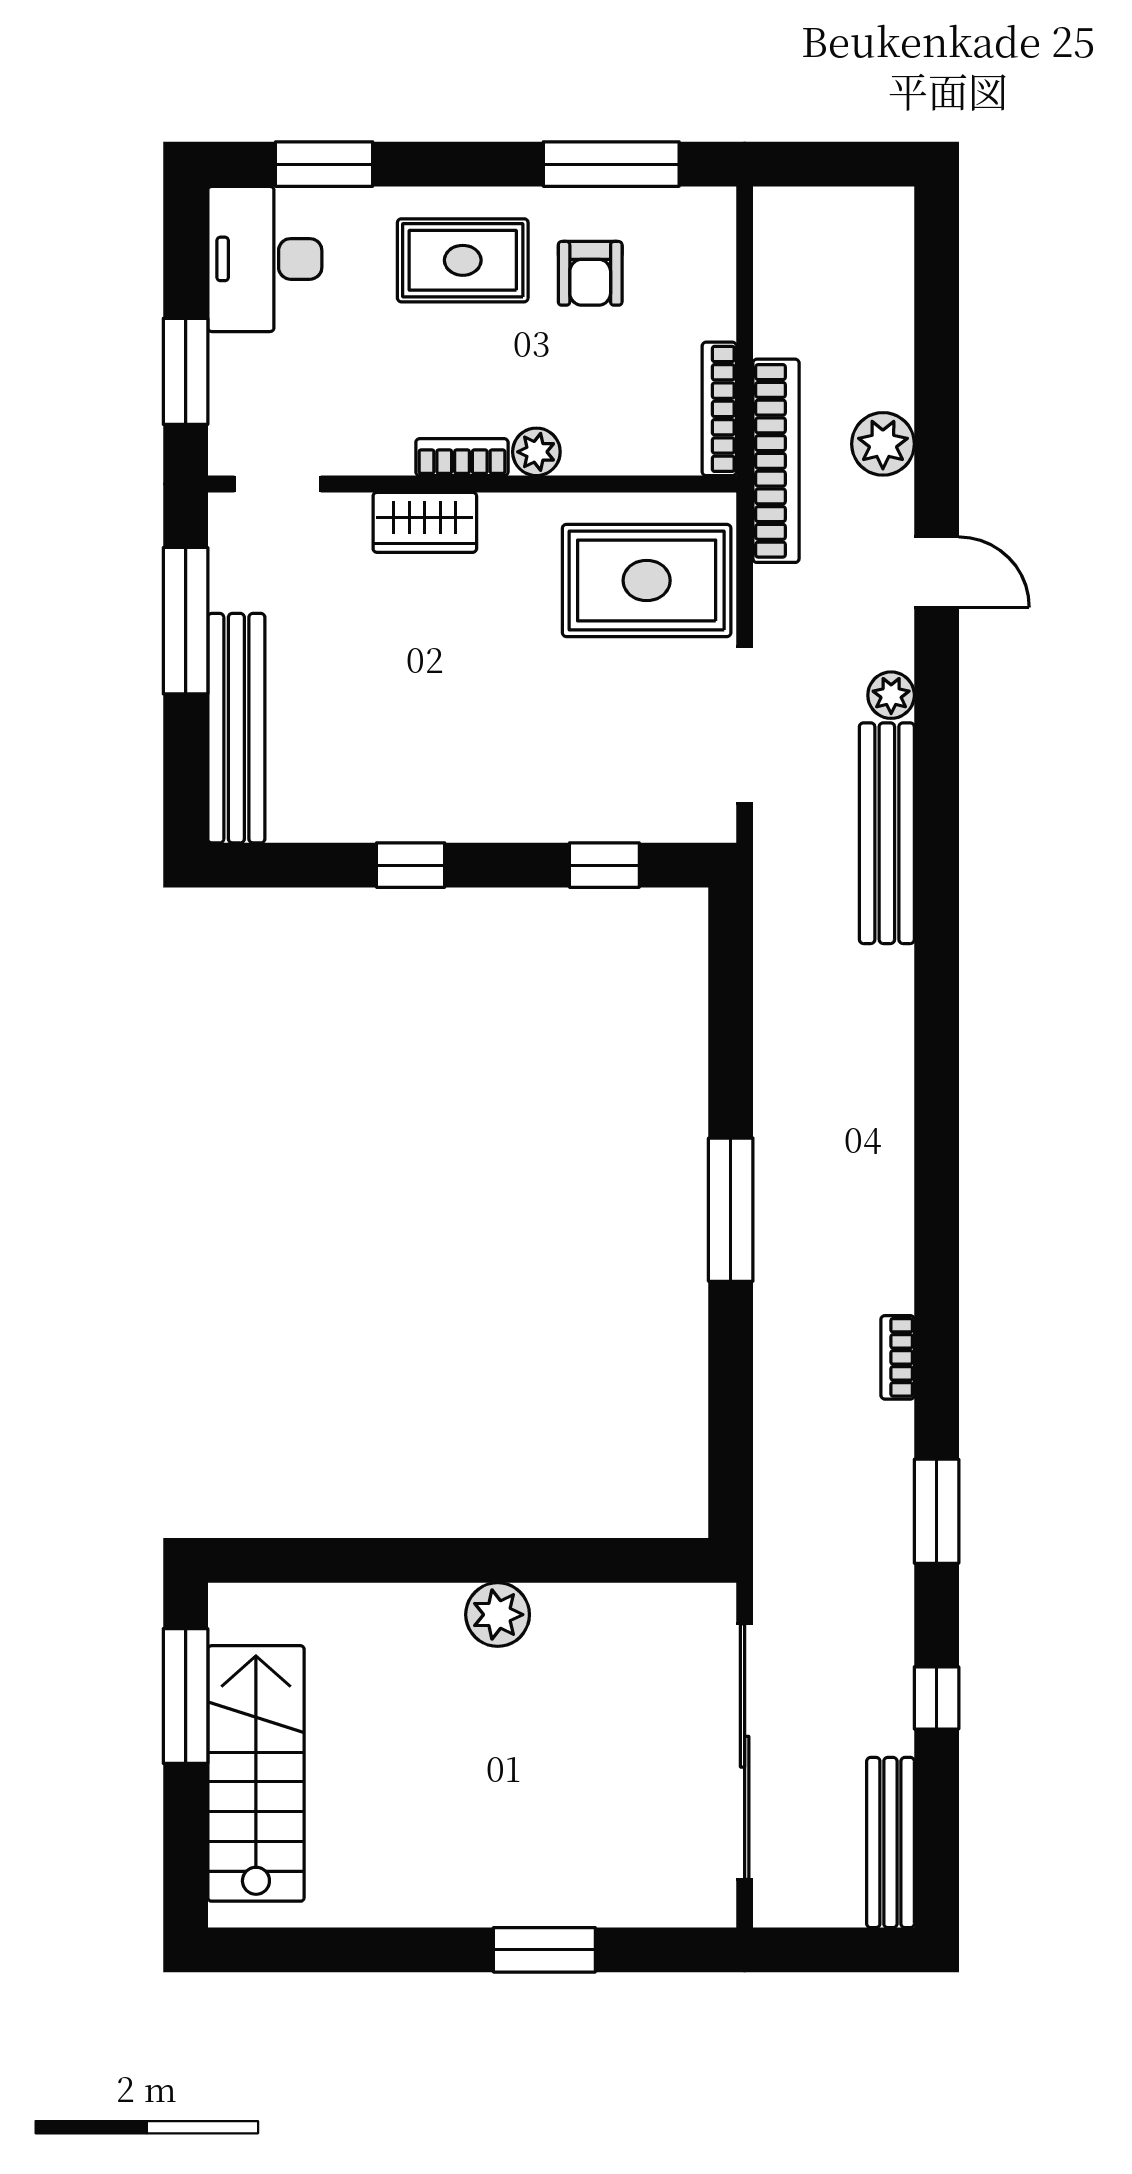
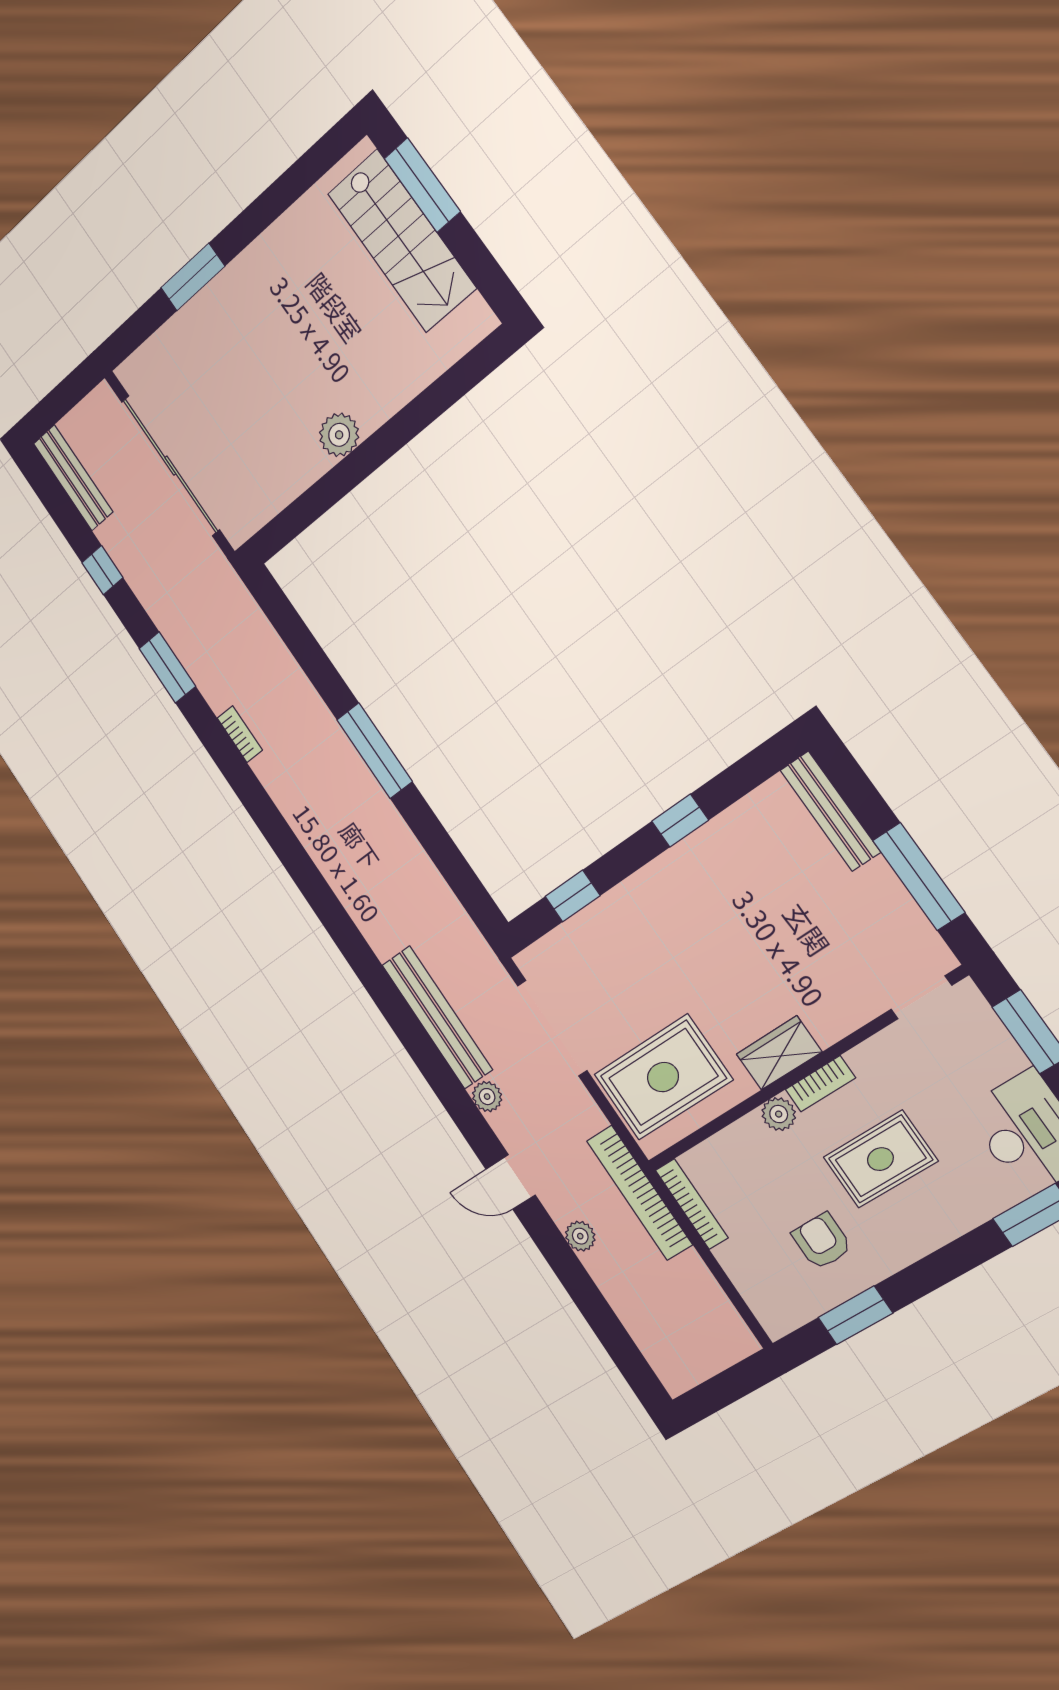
window: (611, 164) -> (855, 1315), width x0.69
rug: (463, 260) -> (880, 1159), moved
plant: (883, 444) -> (580, 1236), width x0.73, depth x0.73
wardrobe: (425, 522) -> (779, 1053), moved
bench: (236, 728) -> (830, 811), width x0.73, depth x0.82
window: (186, 1696) -> (422, 185), moved

